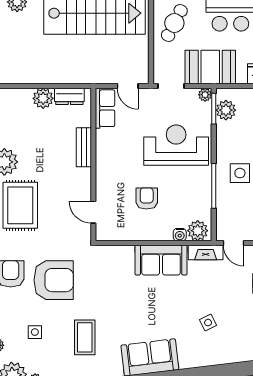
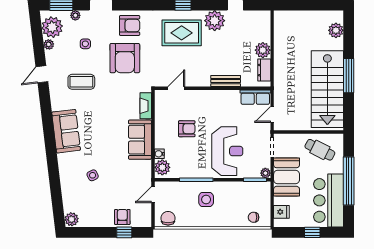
plant: (226, 110) -> (254, 189), removed
fireplace: (206, 253) -> (146, 106), moved

